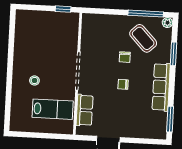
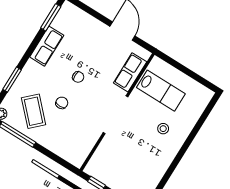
row of seats: (161, 87) -> (47, 46), width x0.68
lab bench: (53, 109) -> (161, 91), turned 180

